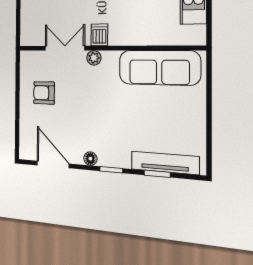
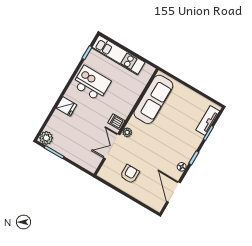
armchair: (44, 93) -> (130, 174), turned 180
tv unit: (165, 163) -> (208, 120), width x0.71
door: (53, 164) -> (173, 192), hinge flipped

